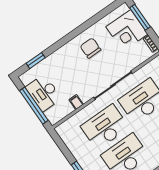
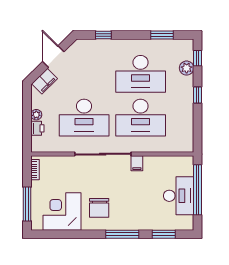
corner desk: (127, 30) -> (62, 211), moved, turned -90
window: (63, 41) -> (122, 234), added
filing cabinet: (76, 102) -> (137, 163), moved

